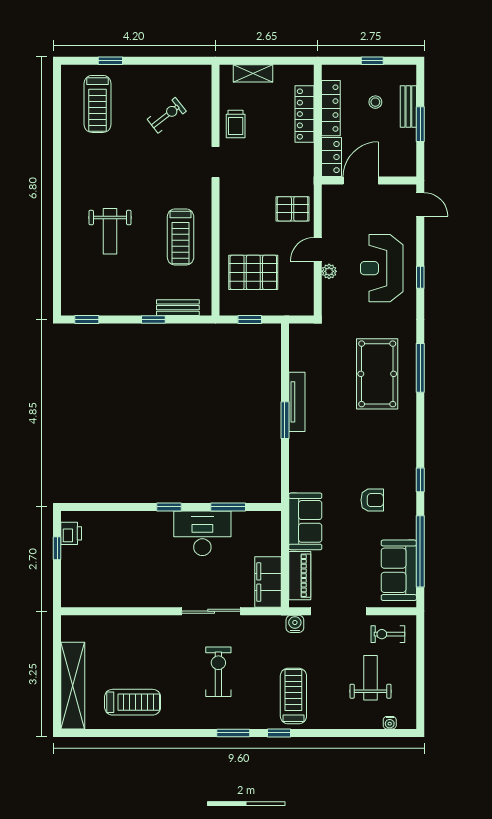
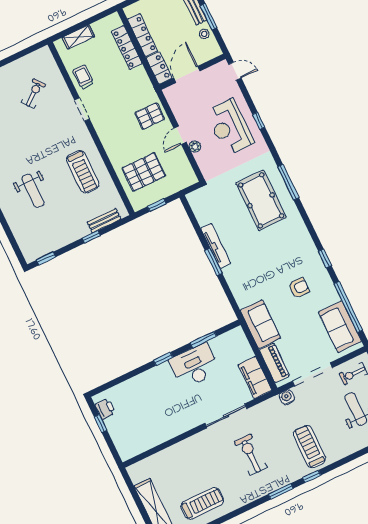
stool: (375, 102) -> (204, 34), moved
trolley: (236, 124) -> (83, 77), turned 180

